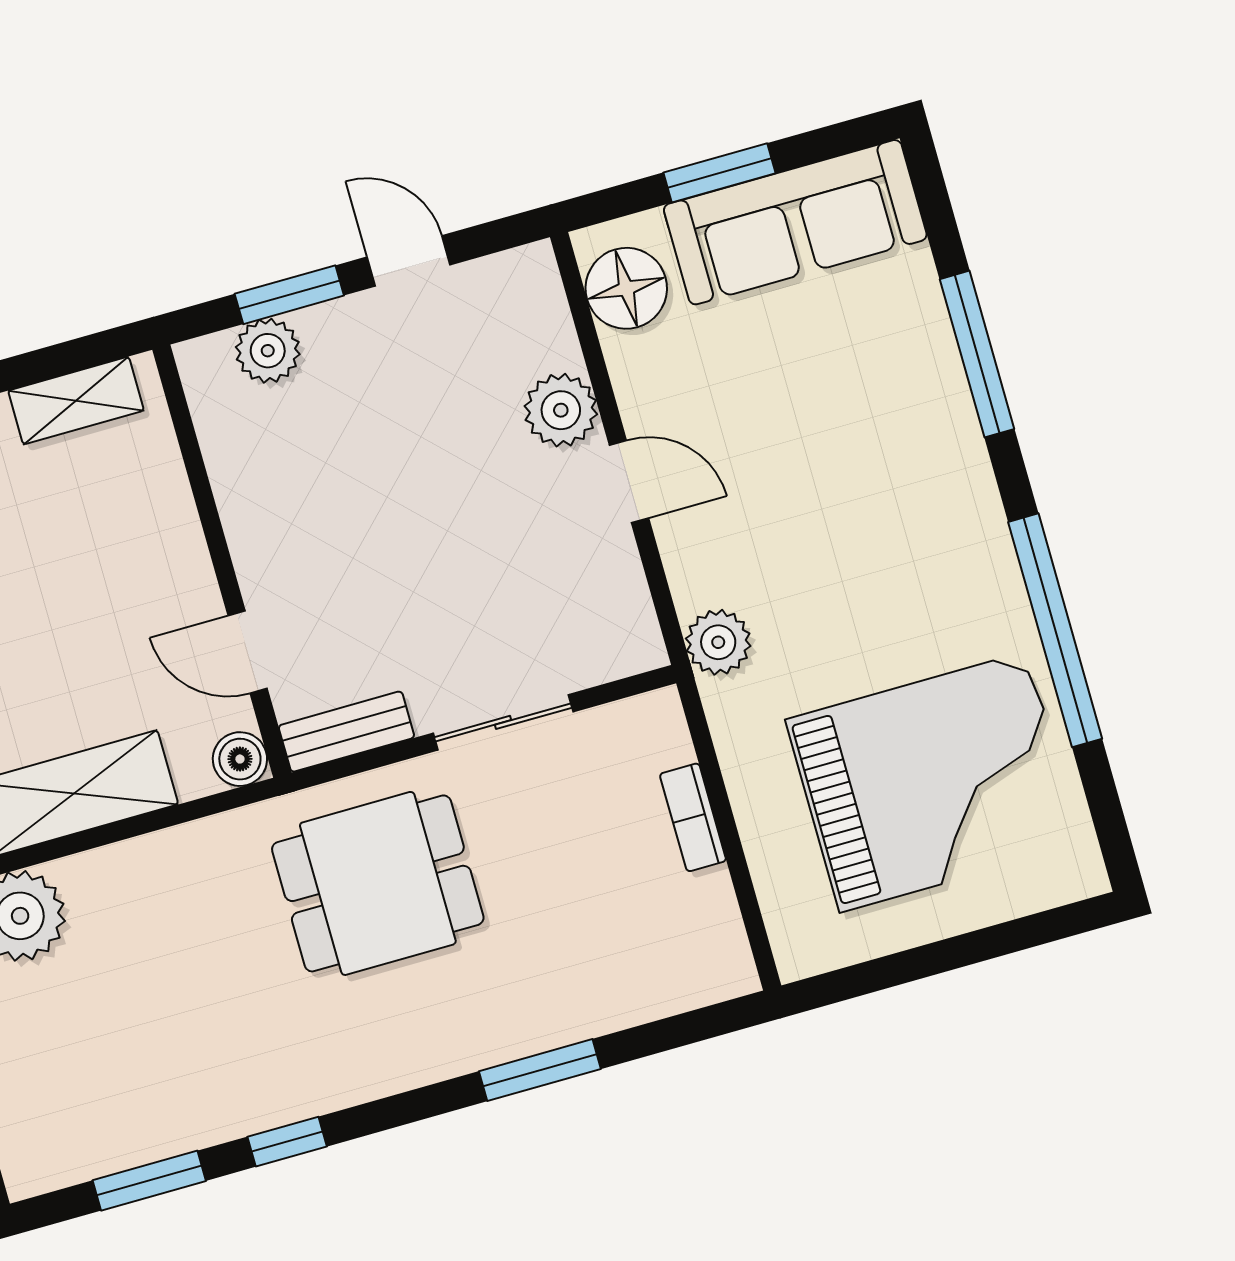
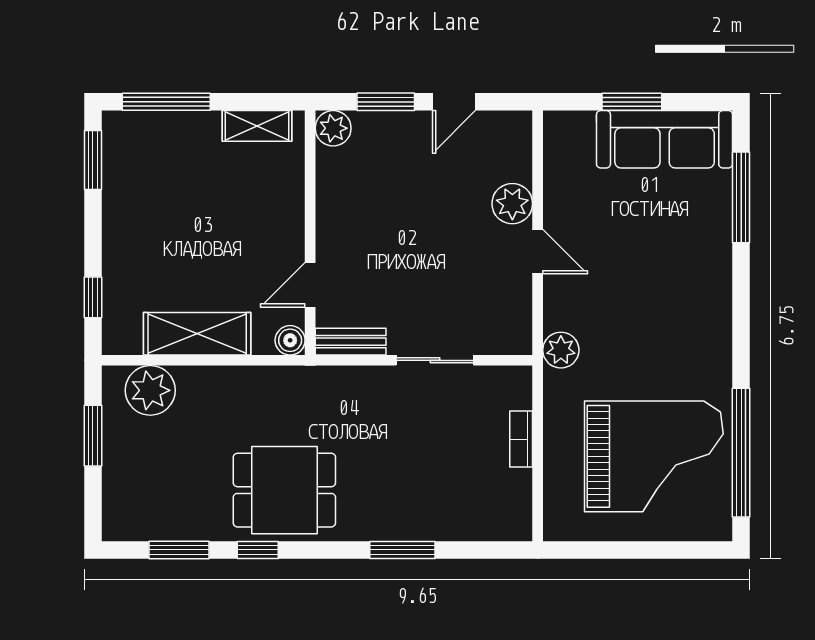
door: (409, 261) -> (454, 102), swing flipped
floor lamp: (626, 288) -> (565, 149), removed
plant: (268, 351) -> (333, 128), moved
window: (977, 354) -> (741, 197), moved
window: (1055, 630) -> (741, 453), moved
door: (248, 652) -> (310, 285), hinge flipped
dining table: (378, 883) -> (284, 490), moved

